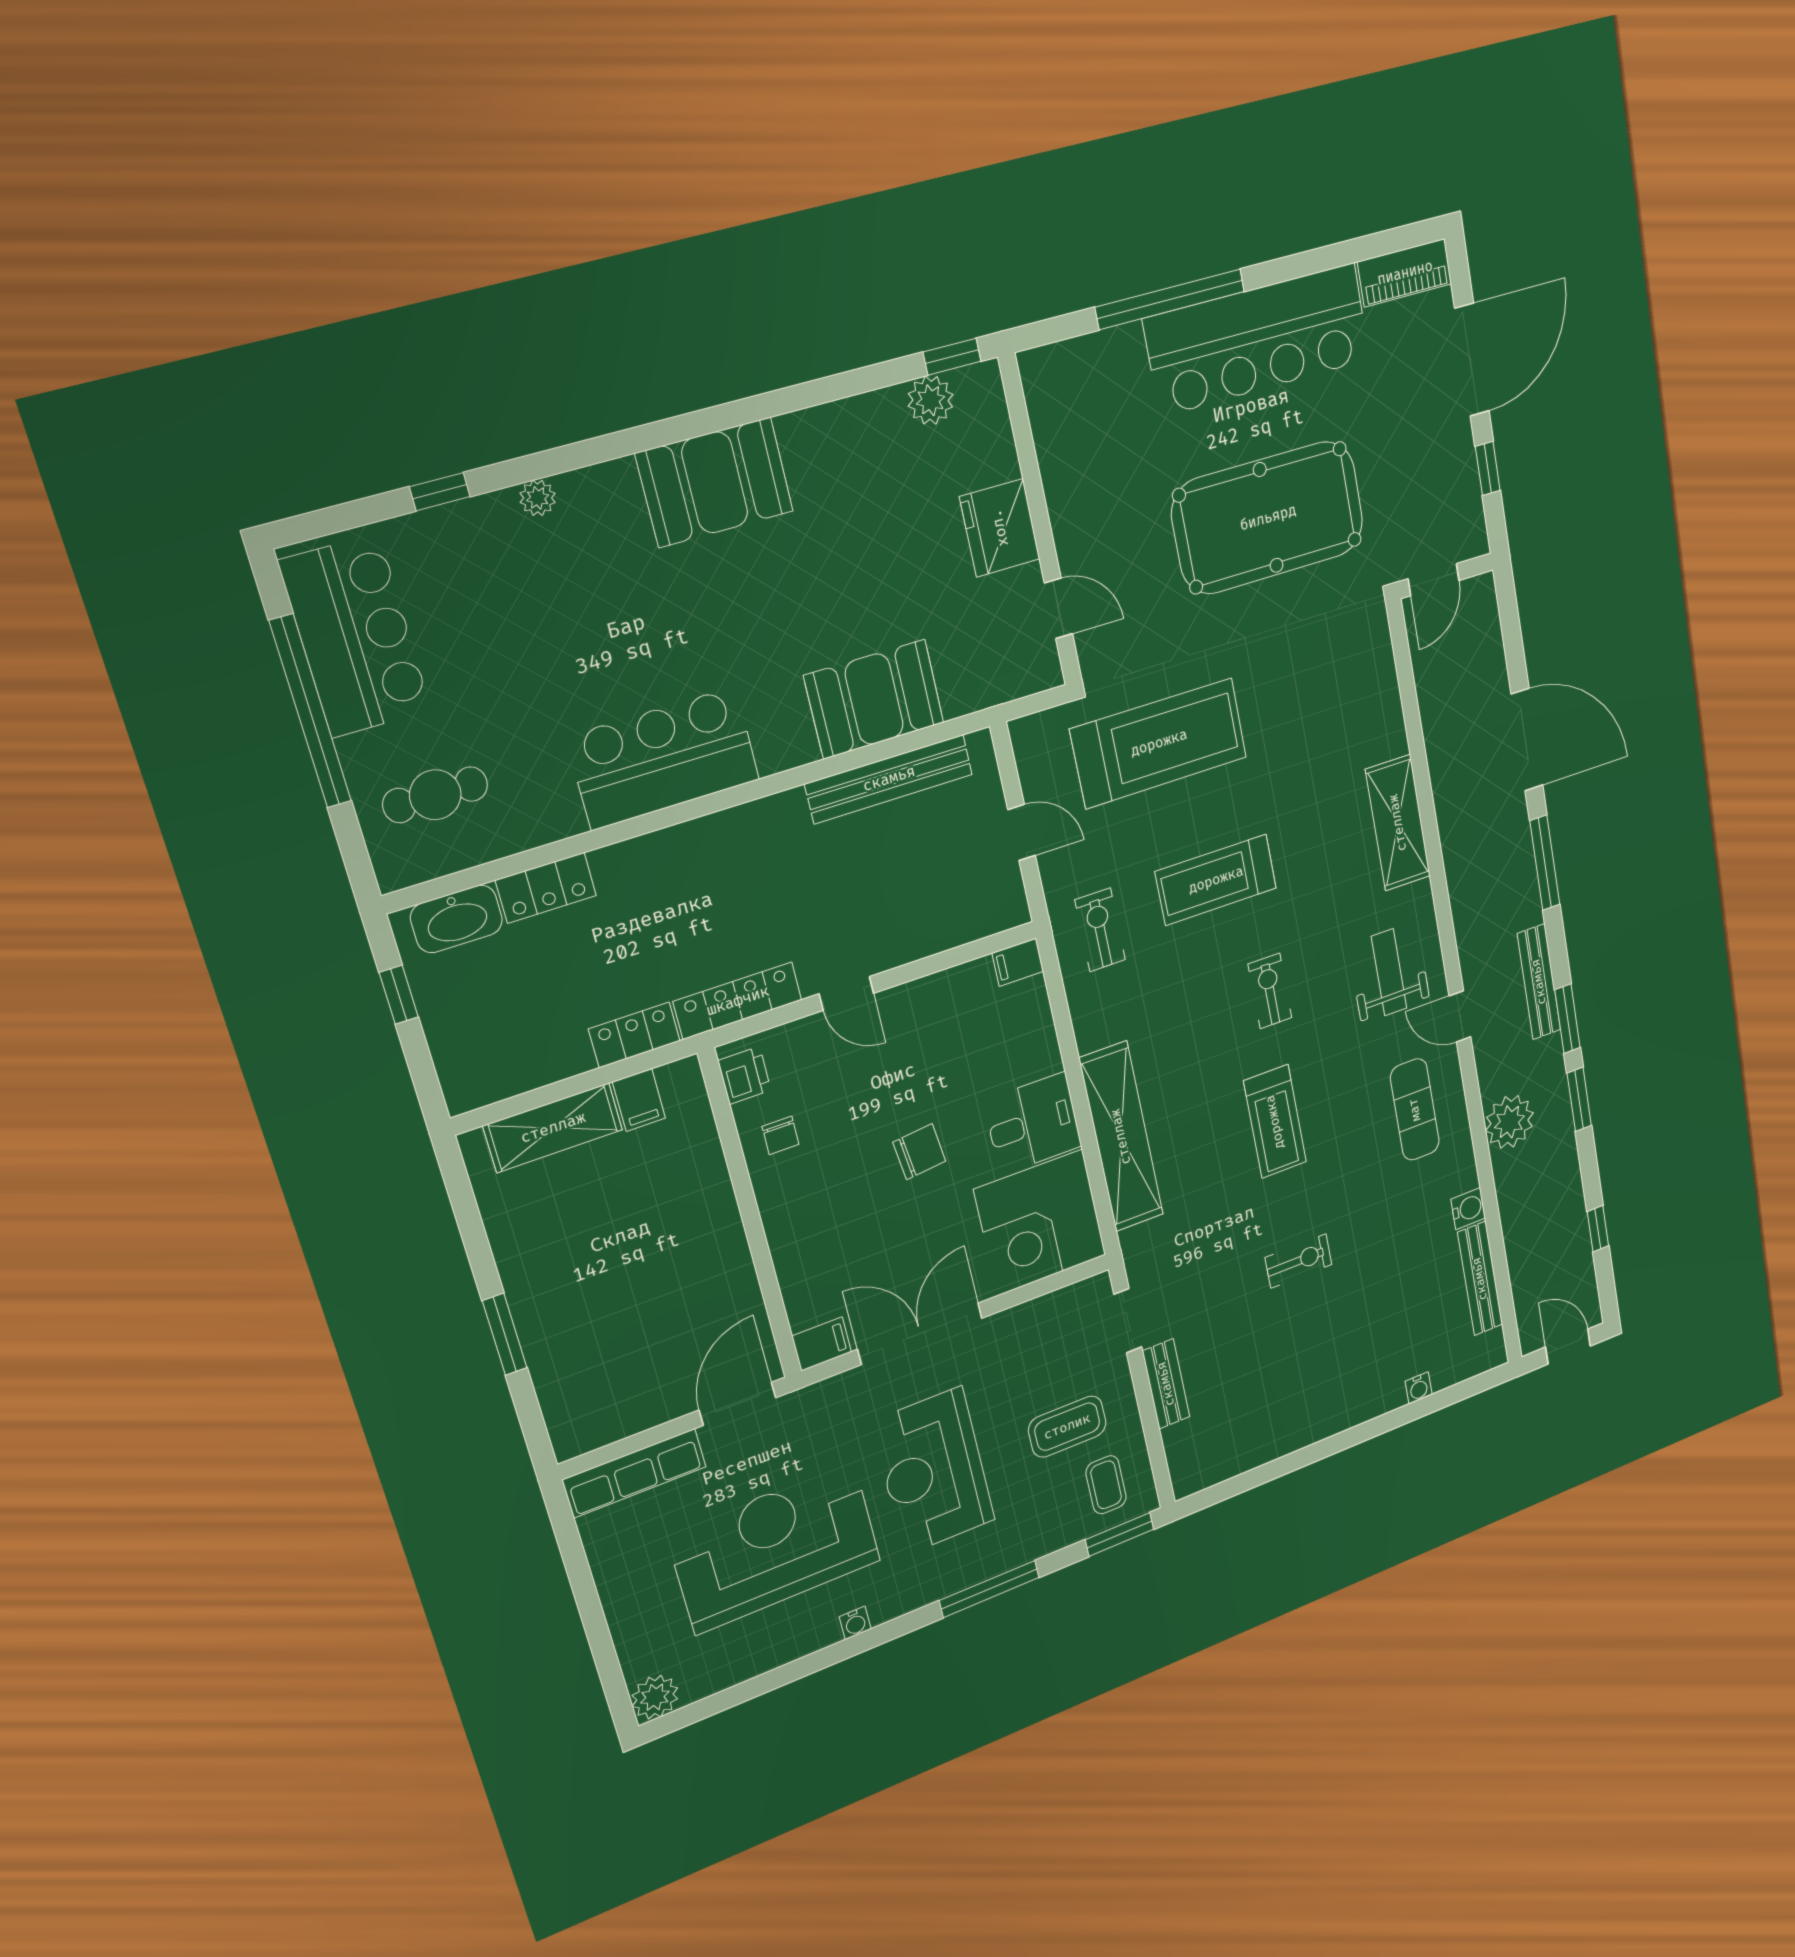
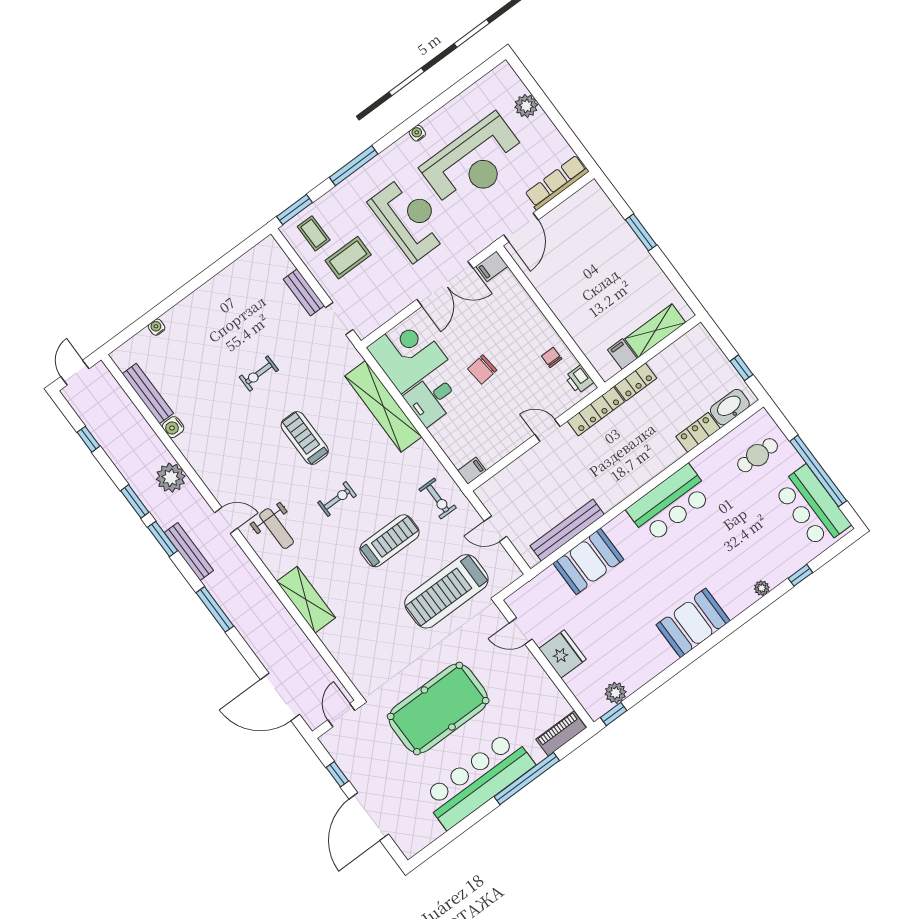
piano: (1405, 273) -> (561, 733), moved
door: (1527, 740) -> (280, 697), moved
exercise bike: (1270, 991) -> (337, 499), turned -90
exercise mat: (1415, 1110) -> (229, 467), removed
door: (1568, 1346) -> (75, 373), swing flipped
plant: (655, 1697) -> (526, 106), moved

